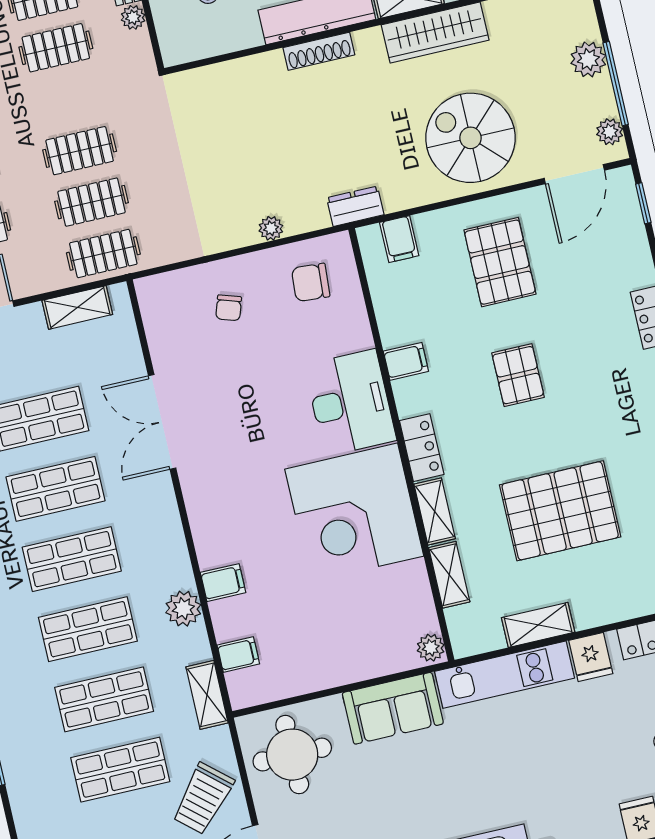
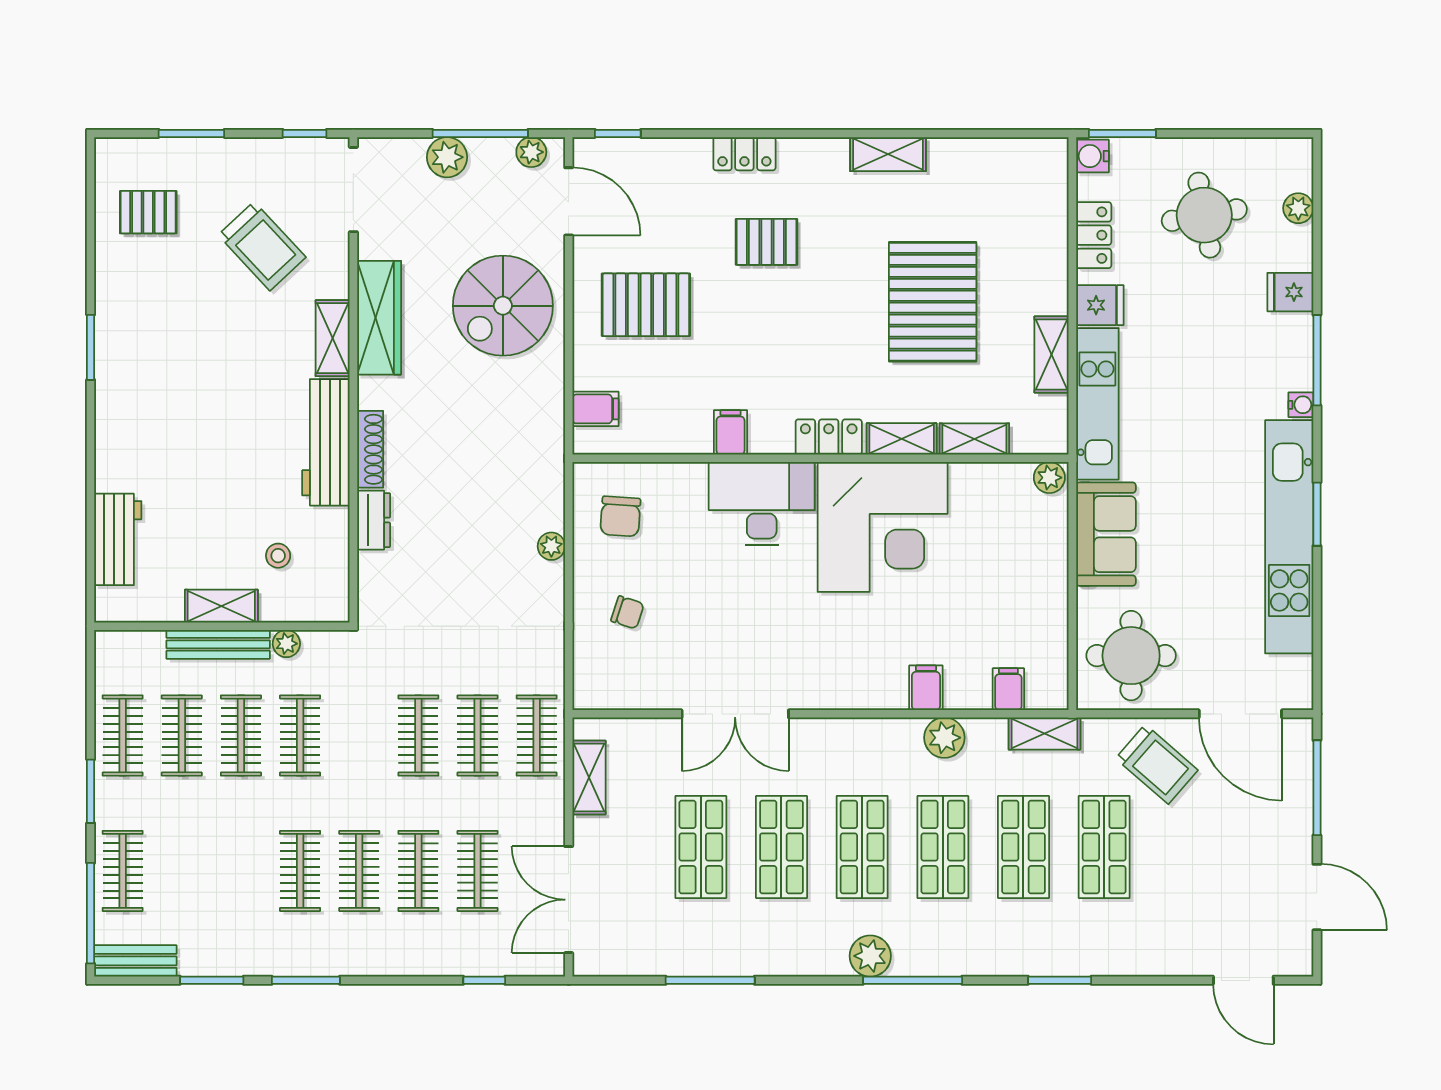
dresser: (355, 206) -> (374, 520), moved, turned 180
pallet: (518, 375) -> (766, 242), moved

